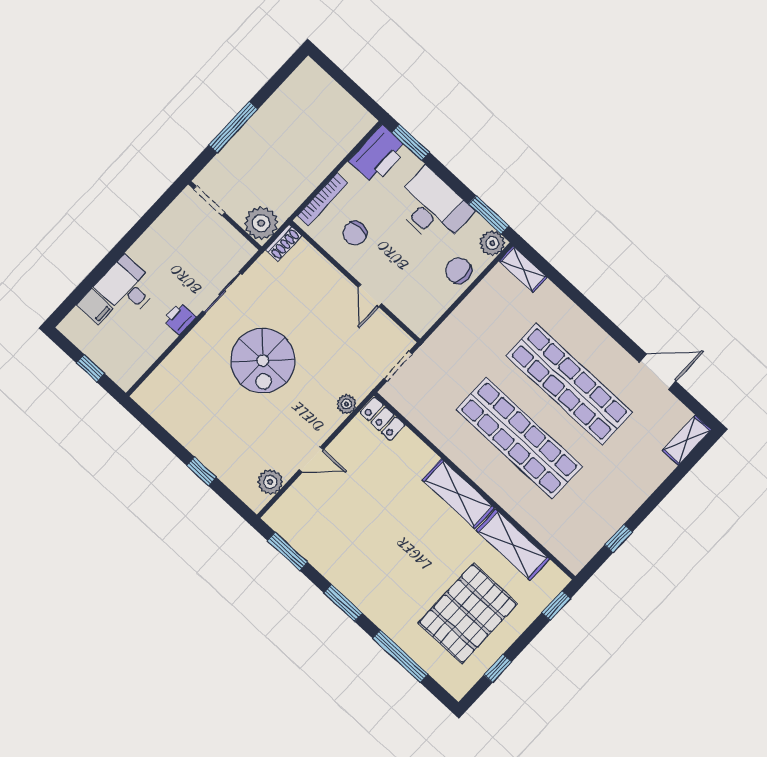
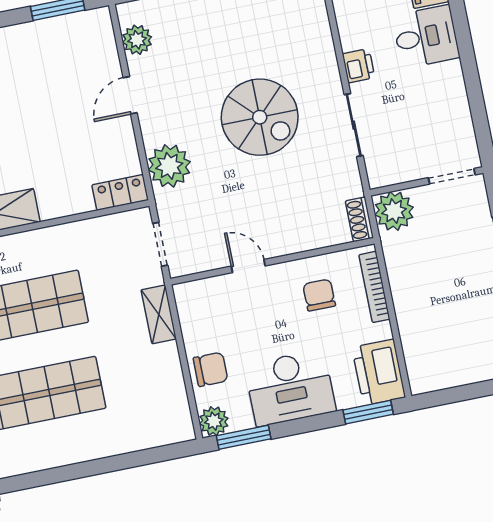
shelving: (523, 269) -> (159, 314), moved, turned 90
spiral stairs: (263, 361) -> (260, 117), turned 180
plant: (346, 404) -> (169, 166), width x1.88, depth x1.88

